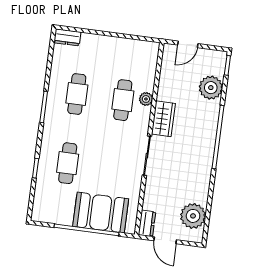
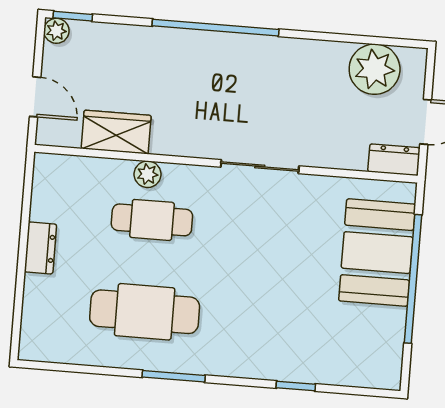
dresser: (67, 37) -> (40, 248), moved
plant: (211, 88) -> (56, 31), moved, width x0.53, depth x0.53
cafe table: (77, 94) -> (145, 312), width x1.37, depth x1.35
wardrobe: (163, 119) -> (116, 132), moved
cafe table: (68, 163) -> (283, 323), removed

